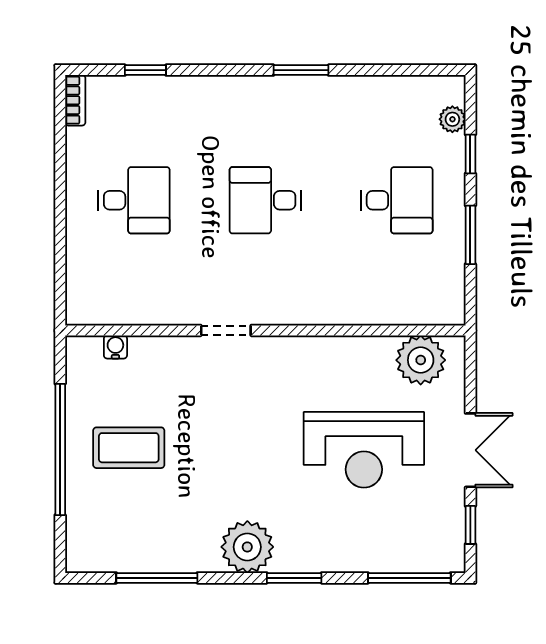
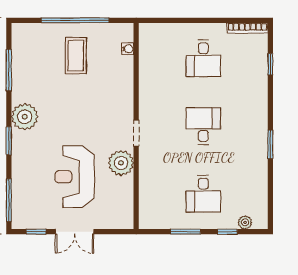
bookcase: (75, 100) -> (247, 28), width x1.56
doorway: (226, 330) -> (136, 133), moved
plant: (421, 360) -> (121, 163), moved

